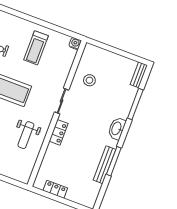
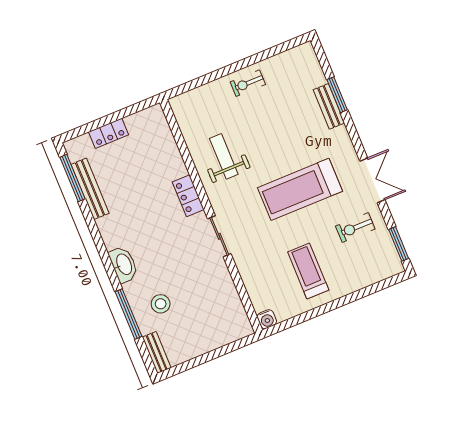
stool: (89, 80) -> (161, 304), moved
window: (114, 161) -> (72, 178), moved
bench: (104, 165) -> (90, 189), moved
locker: (55, 189) -> (108, 133), moved

